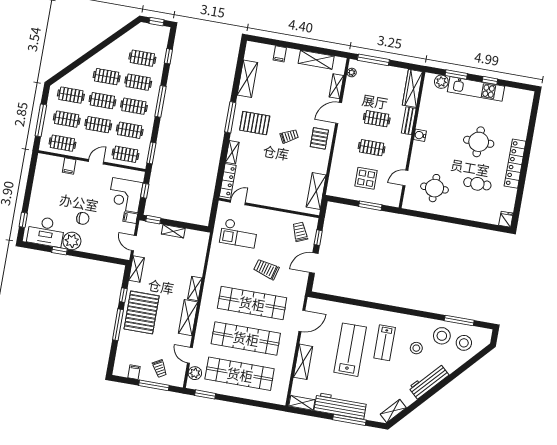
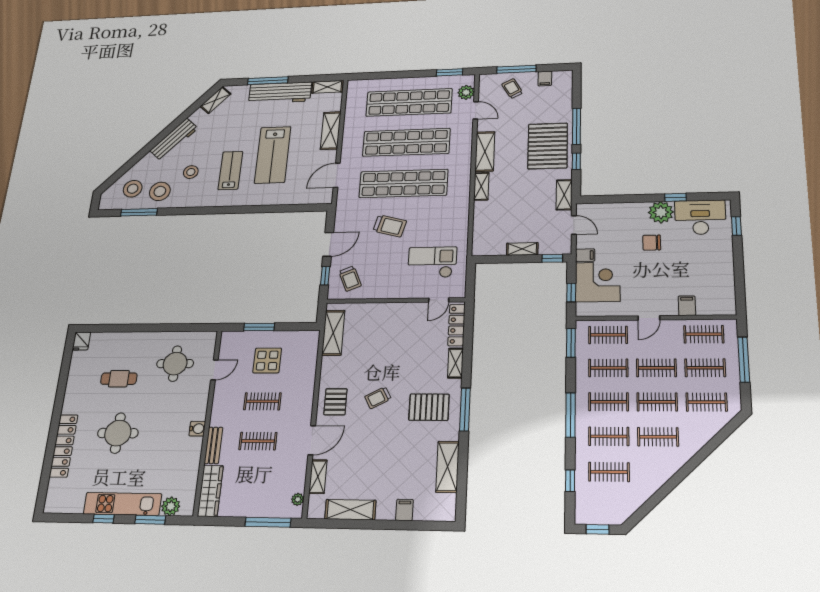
locker: (515, 164) -> (64, 446), moved

